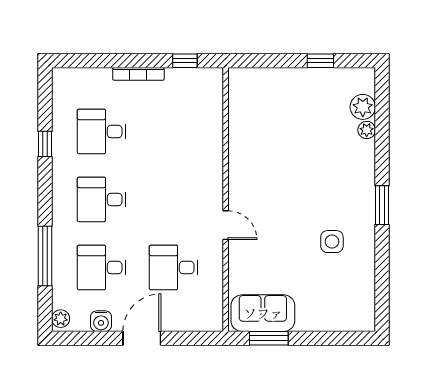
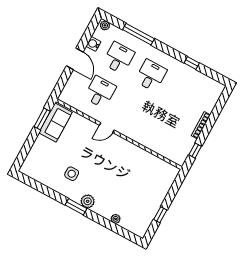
plant: (363, 107) -> (88, 201), moved
desk: (102, 131) -> (183, 93), removed

